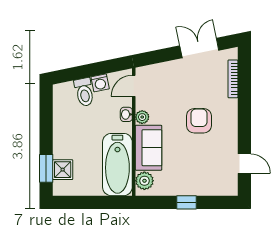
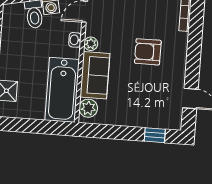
armchair: (199, 121) -> (148, 52), turned -90
window: (187, 202) -> (155, 135), moved

